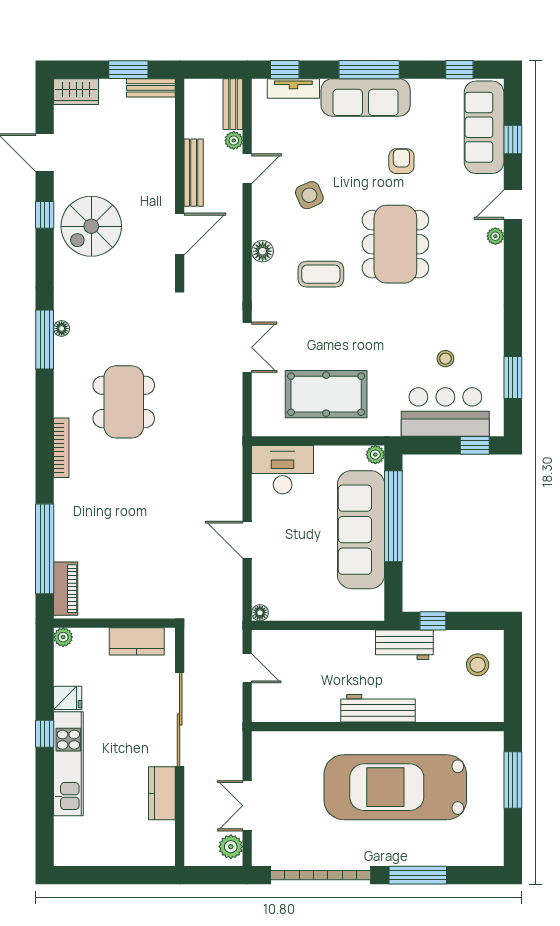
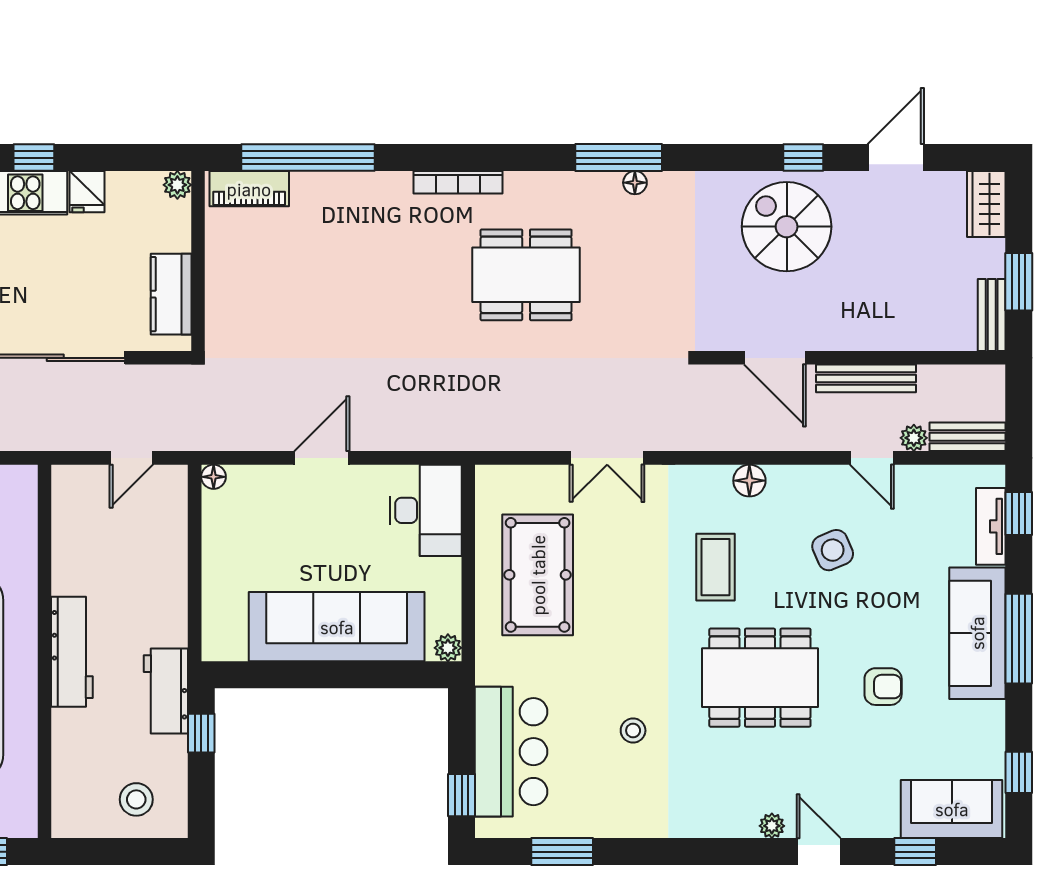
sofa: (484, 127) -> (952, 809), width x0.73
stool: (445, 359) -> (633, 731), moved
window: (393, 516) -> (356, 675), removed

